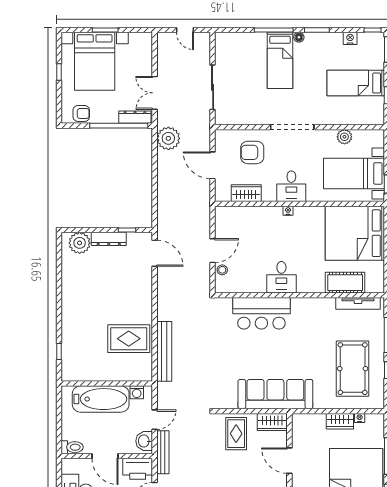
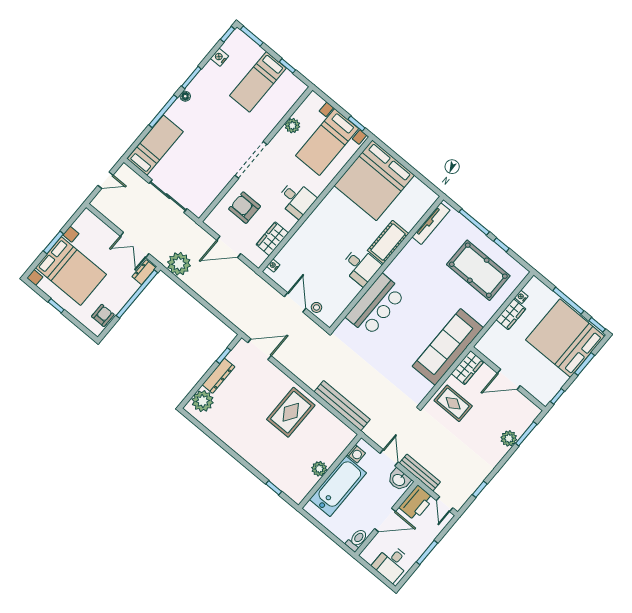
bed: (280, 60) -> (155, 145), moved, turned -90
dresser: (135, 117) -> (144, 272), width x0.70
armchair: (252, 152) -> (245, 208), turned 90
nightstand: (288, 211) -> (273, 266), moved
cot: (345, 283) -> (388, 242), moved
rug: (129, 339) -> (291, 412), moved
plant: (102, 374) -> (319, 469), added

